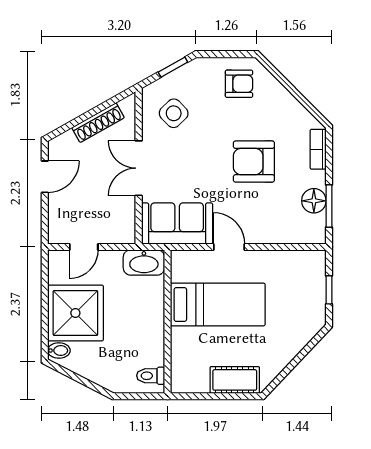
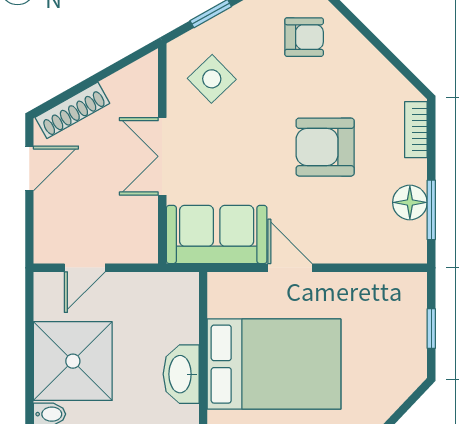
shoe rack: (98, 123) -> (72, 110), moved
washbasin: (144, 262) -> (181, 374), moved, turned 90
bed: (218, 304) -> (274, 364), width x1.50

